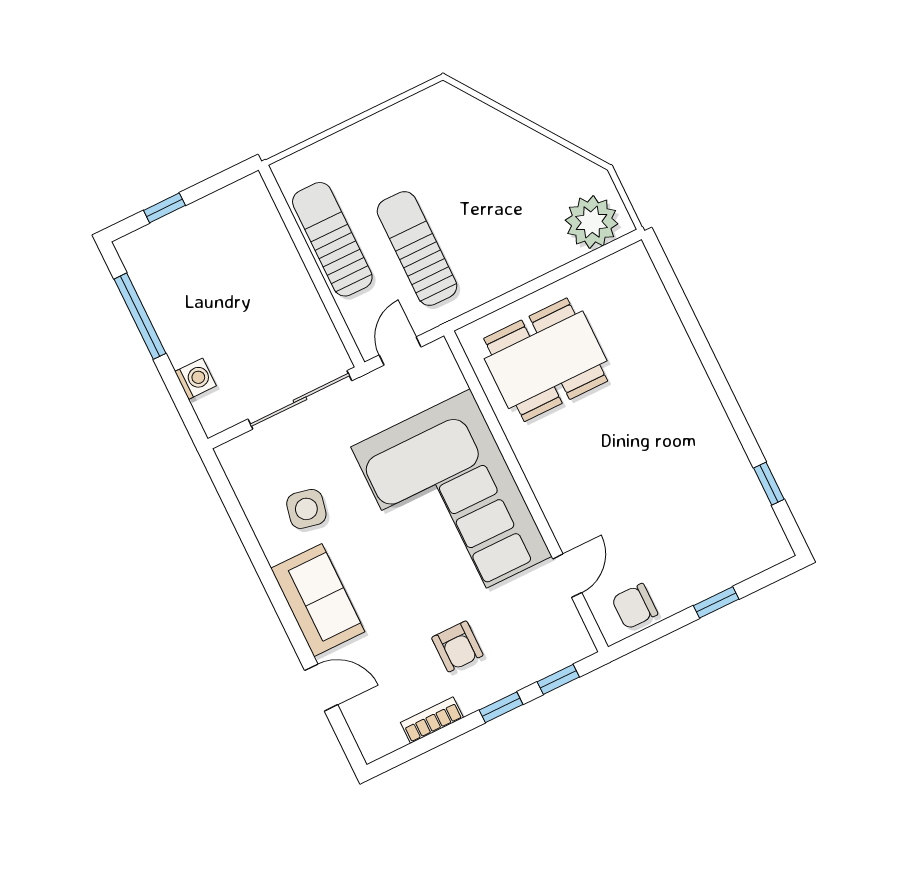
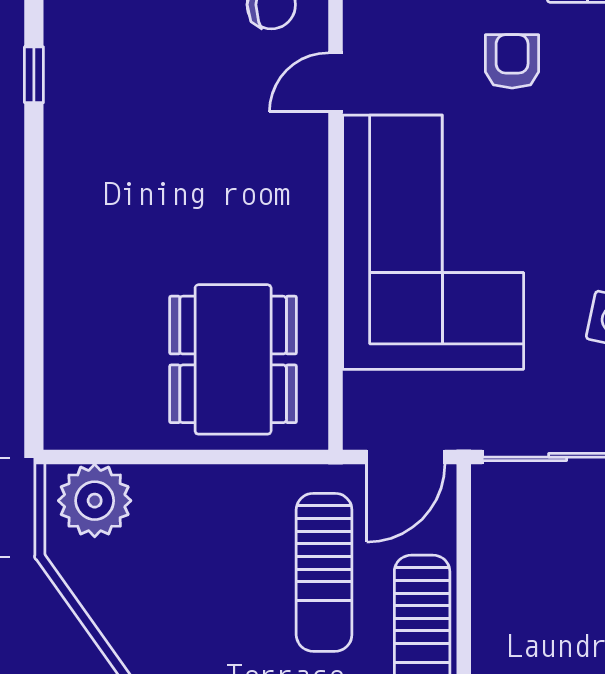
door: (400, 351) -> (406, 457), width x1.38
dining table: (546, 360) -> (233, 359), turned 90

